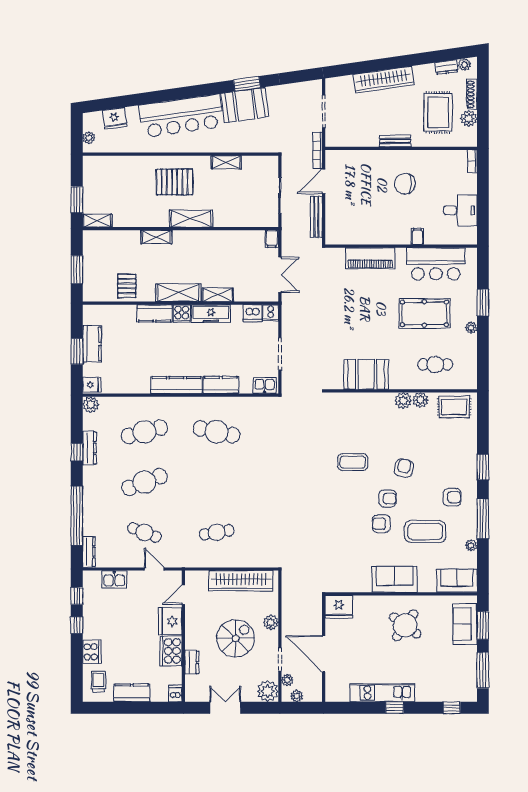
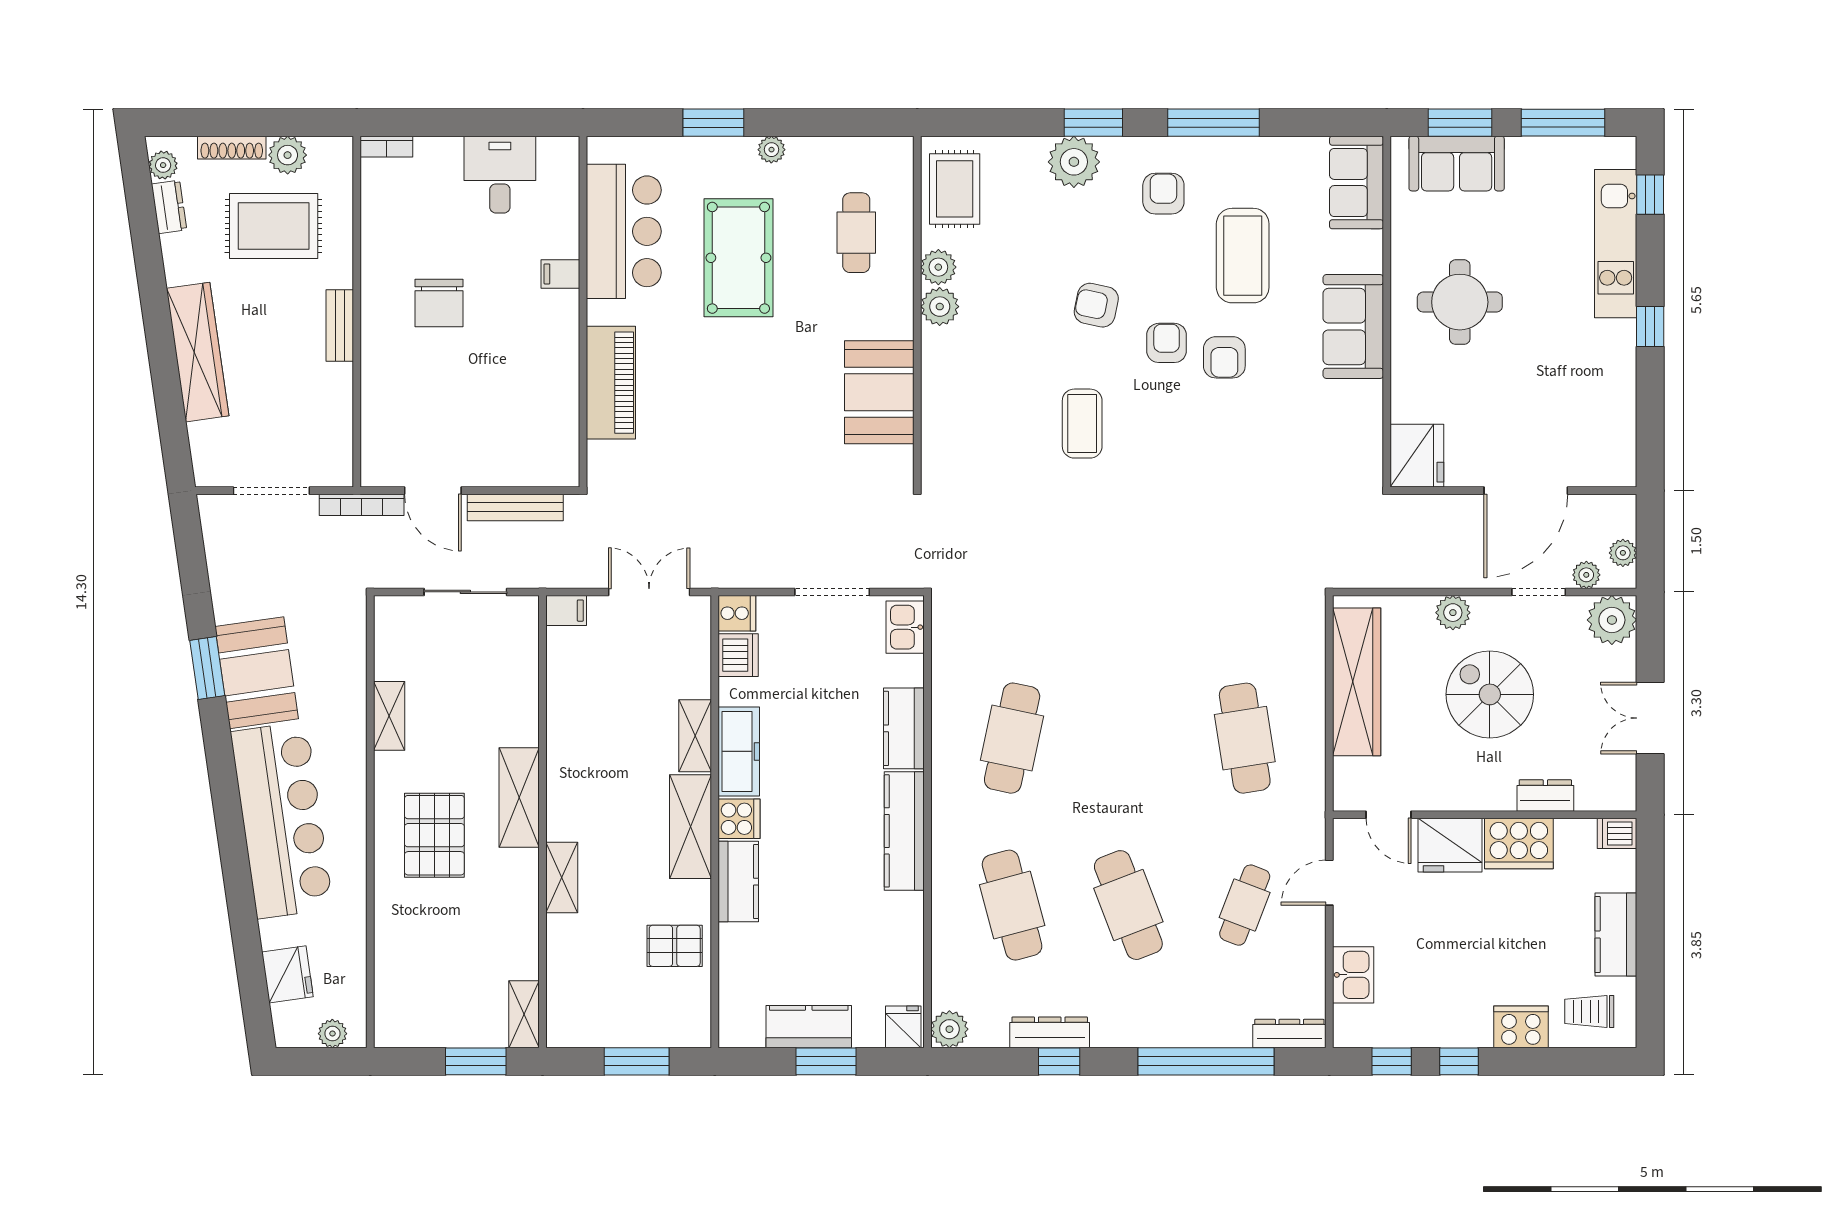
cafe table: (217, 532) -> (1245, 738), width x1.37, depth x1.35
plant: (471, 545) -> (1074, 162), moved, width x1.88, depth x1.88
round table: (405, 625) -> (1460, 302), turned -36
kitchen unit: (382, 693) -> (1616, 244), moved

